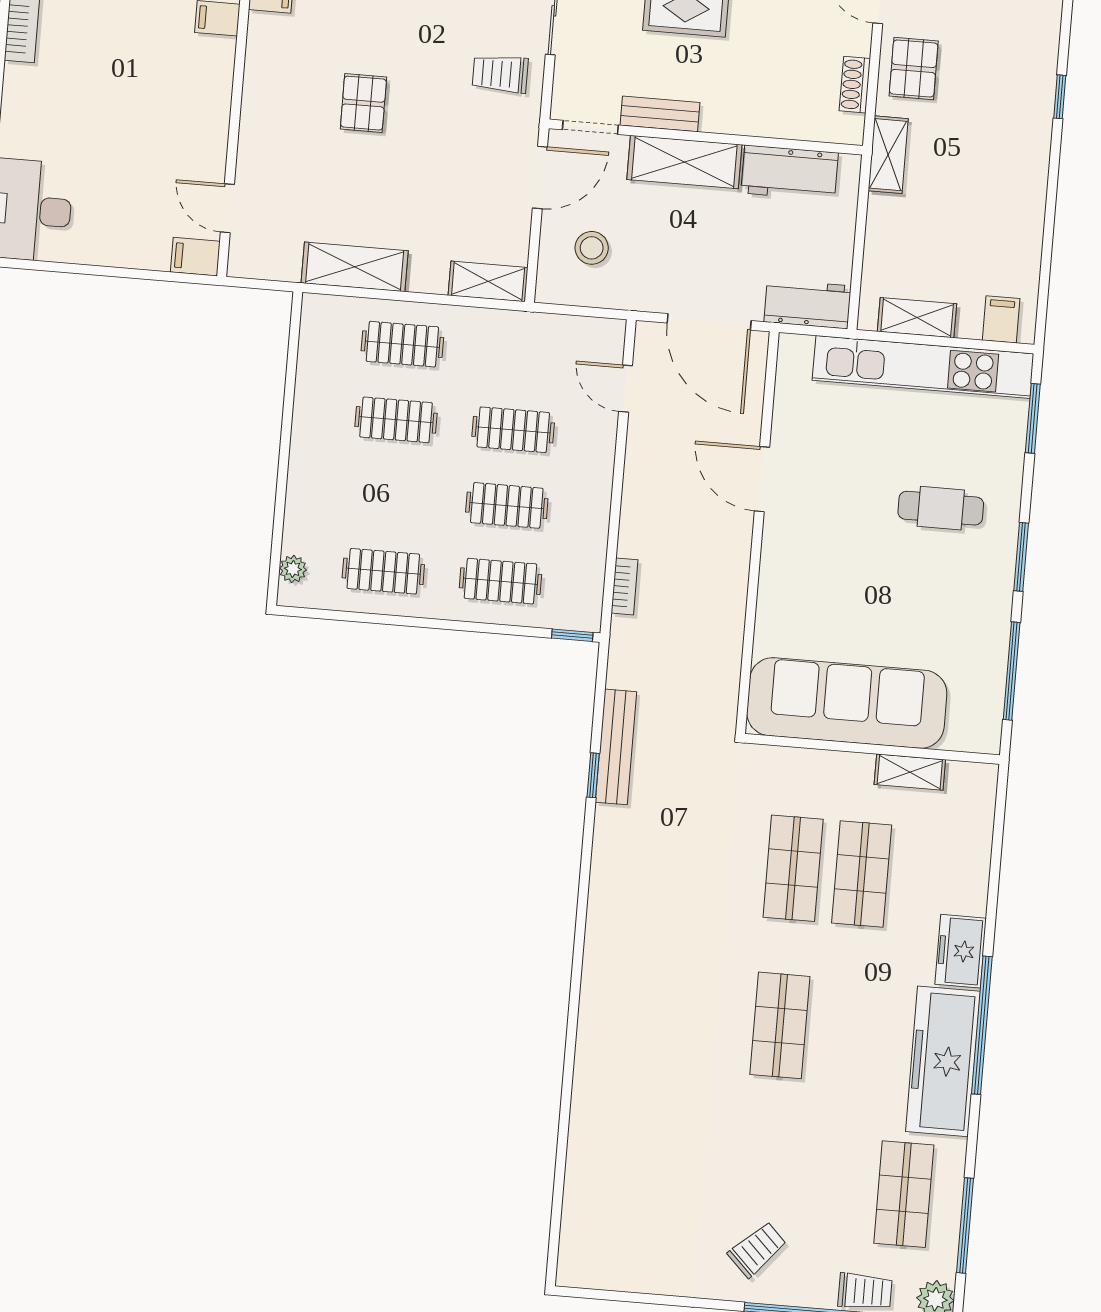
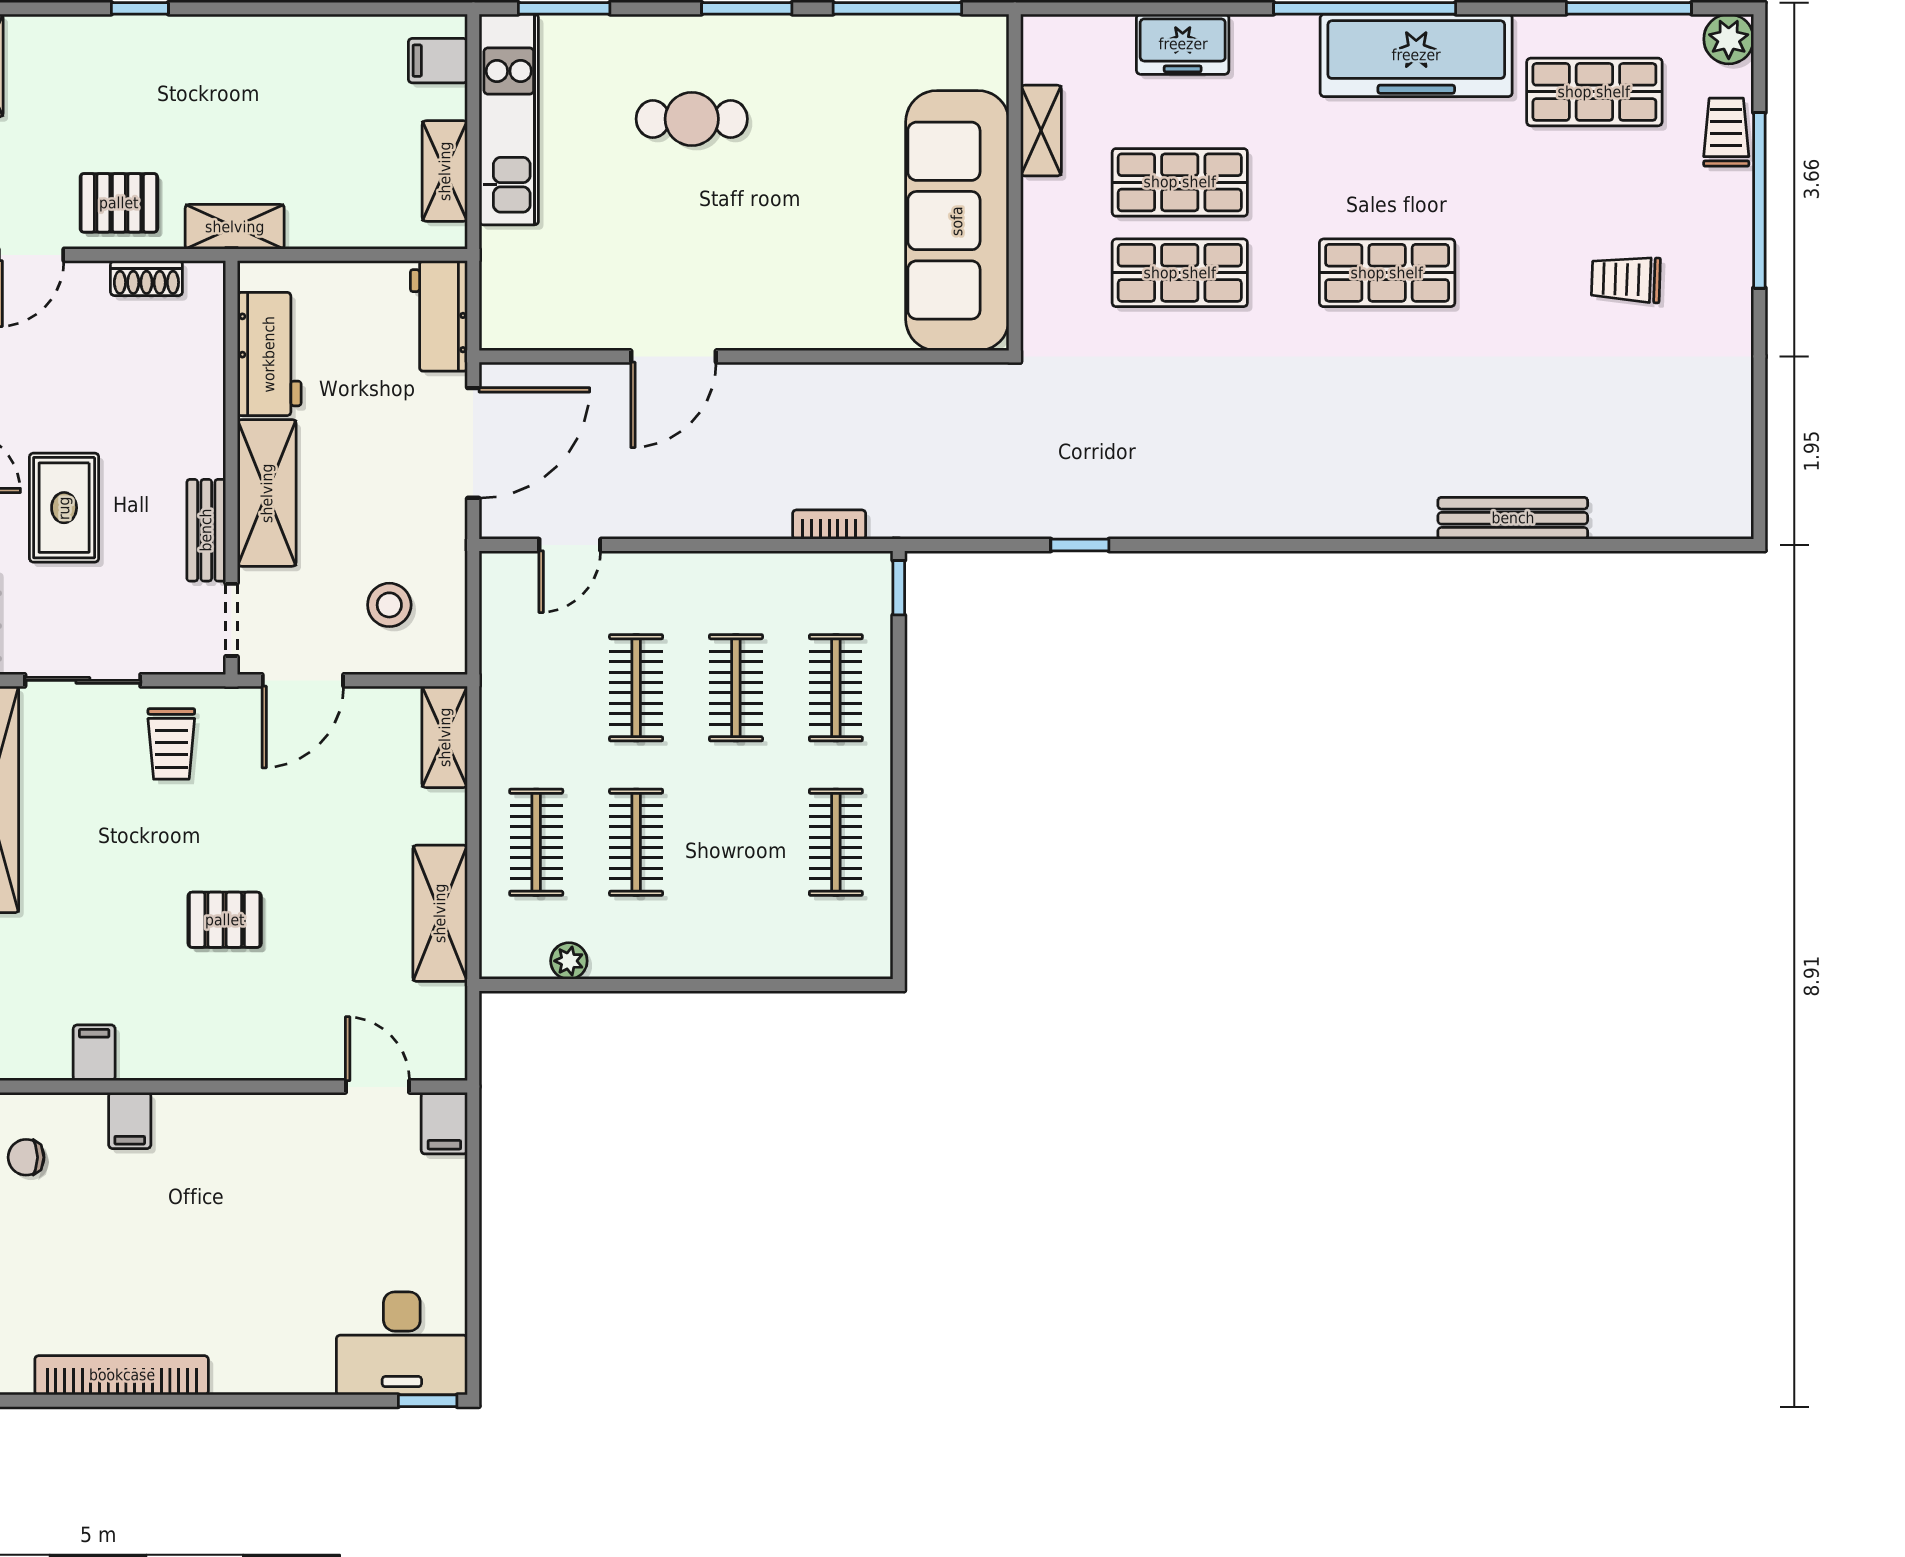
door: (540, 178) -> (303, 680), swing flipped
door: (227, 208) -> (377, 1087), swing flipped
kitchen unit: (923, 367) -> (509, 119), width x0.73
cafe table: (941, 508) -> (692, 119), turned 90
plant: (293, 569) -> (569, 961), moved
bench: (616, 747) -> (1513, 518), moved
freezer: (961, 951) -> (1183, 44), moved
trolley: (757, 1249) -> (1626, 279), moved, turned -43

